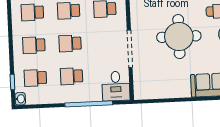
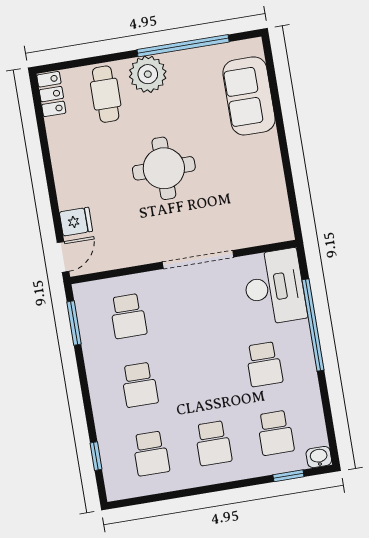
round table: (179, 37) -> (164, 168), width x0.73, depth x0.73
school desk: (70, 43) -> (202, 374), removed
desk: (116, 86) -> (274, 287), width x1.37

